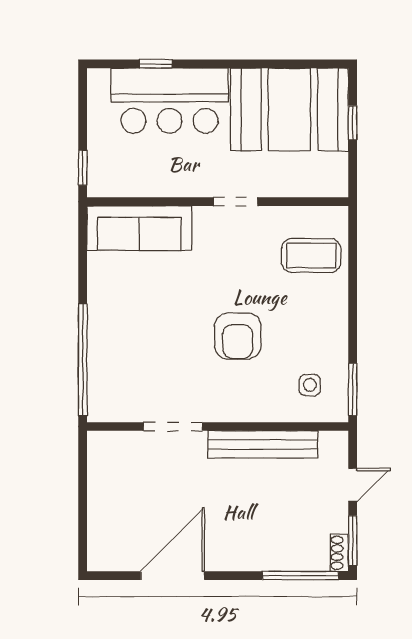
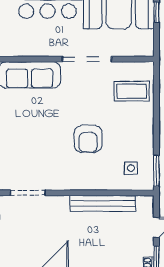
doorway: (236, 202) -> (87, 59), width x1.87
doorway: (173, 427) -> (28, 193), moved

